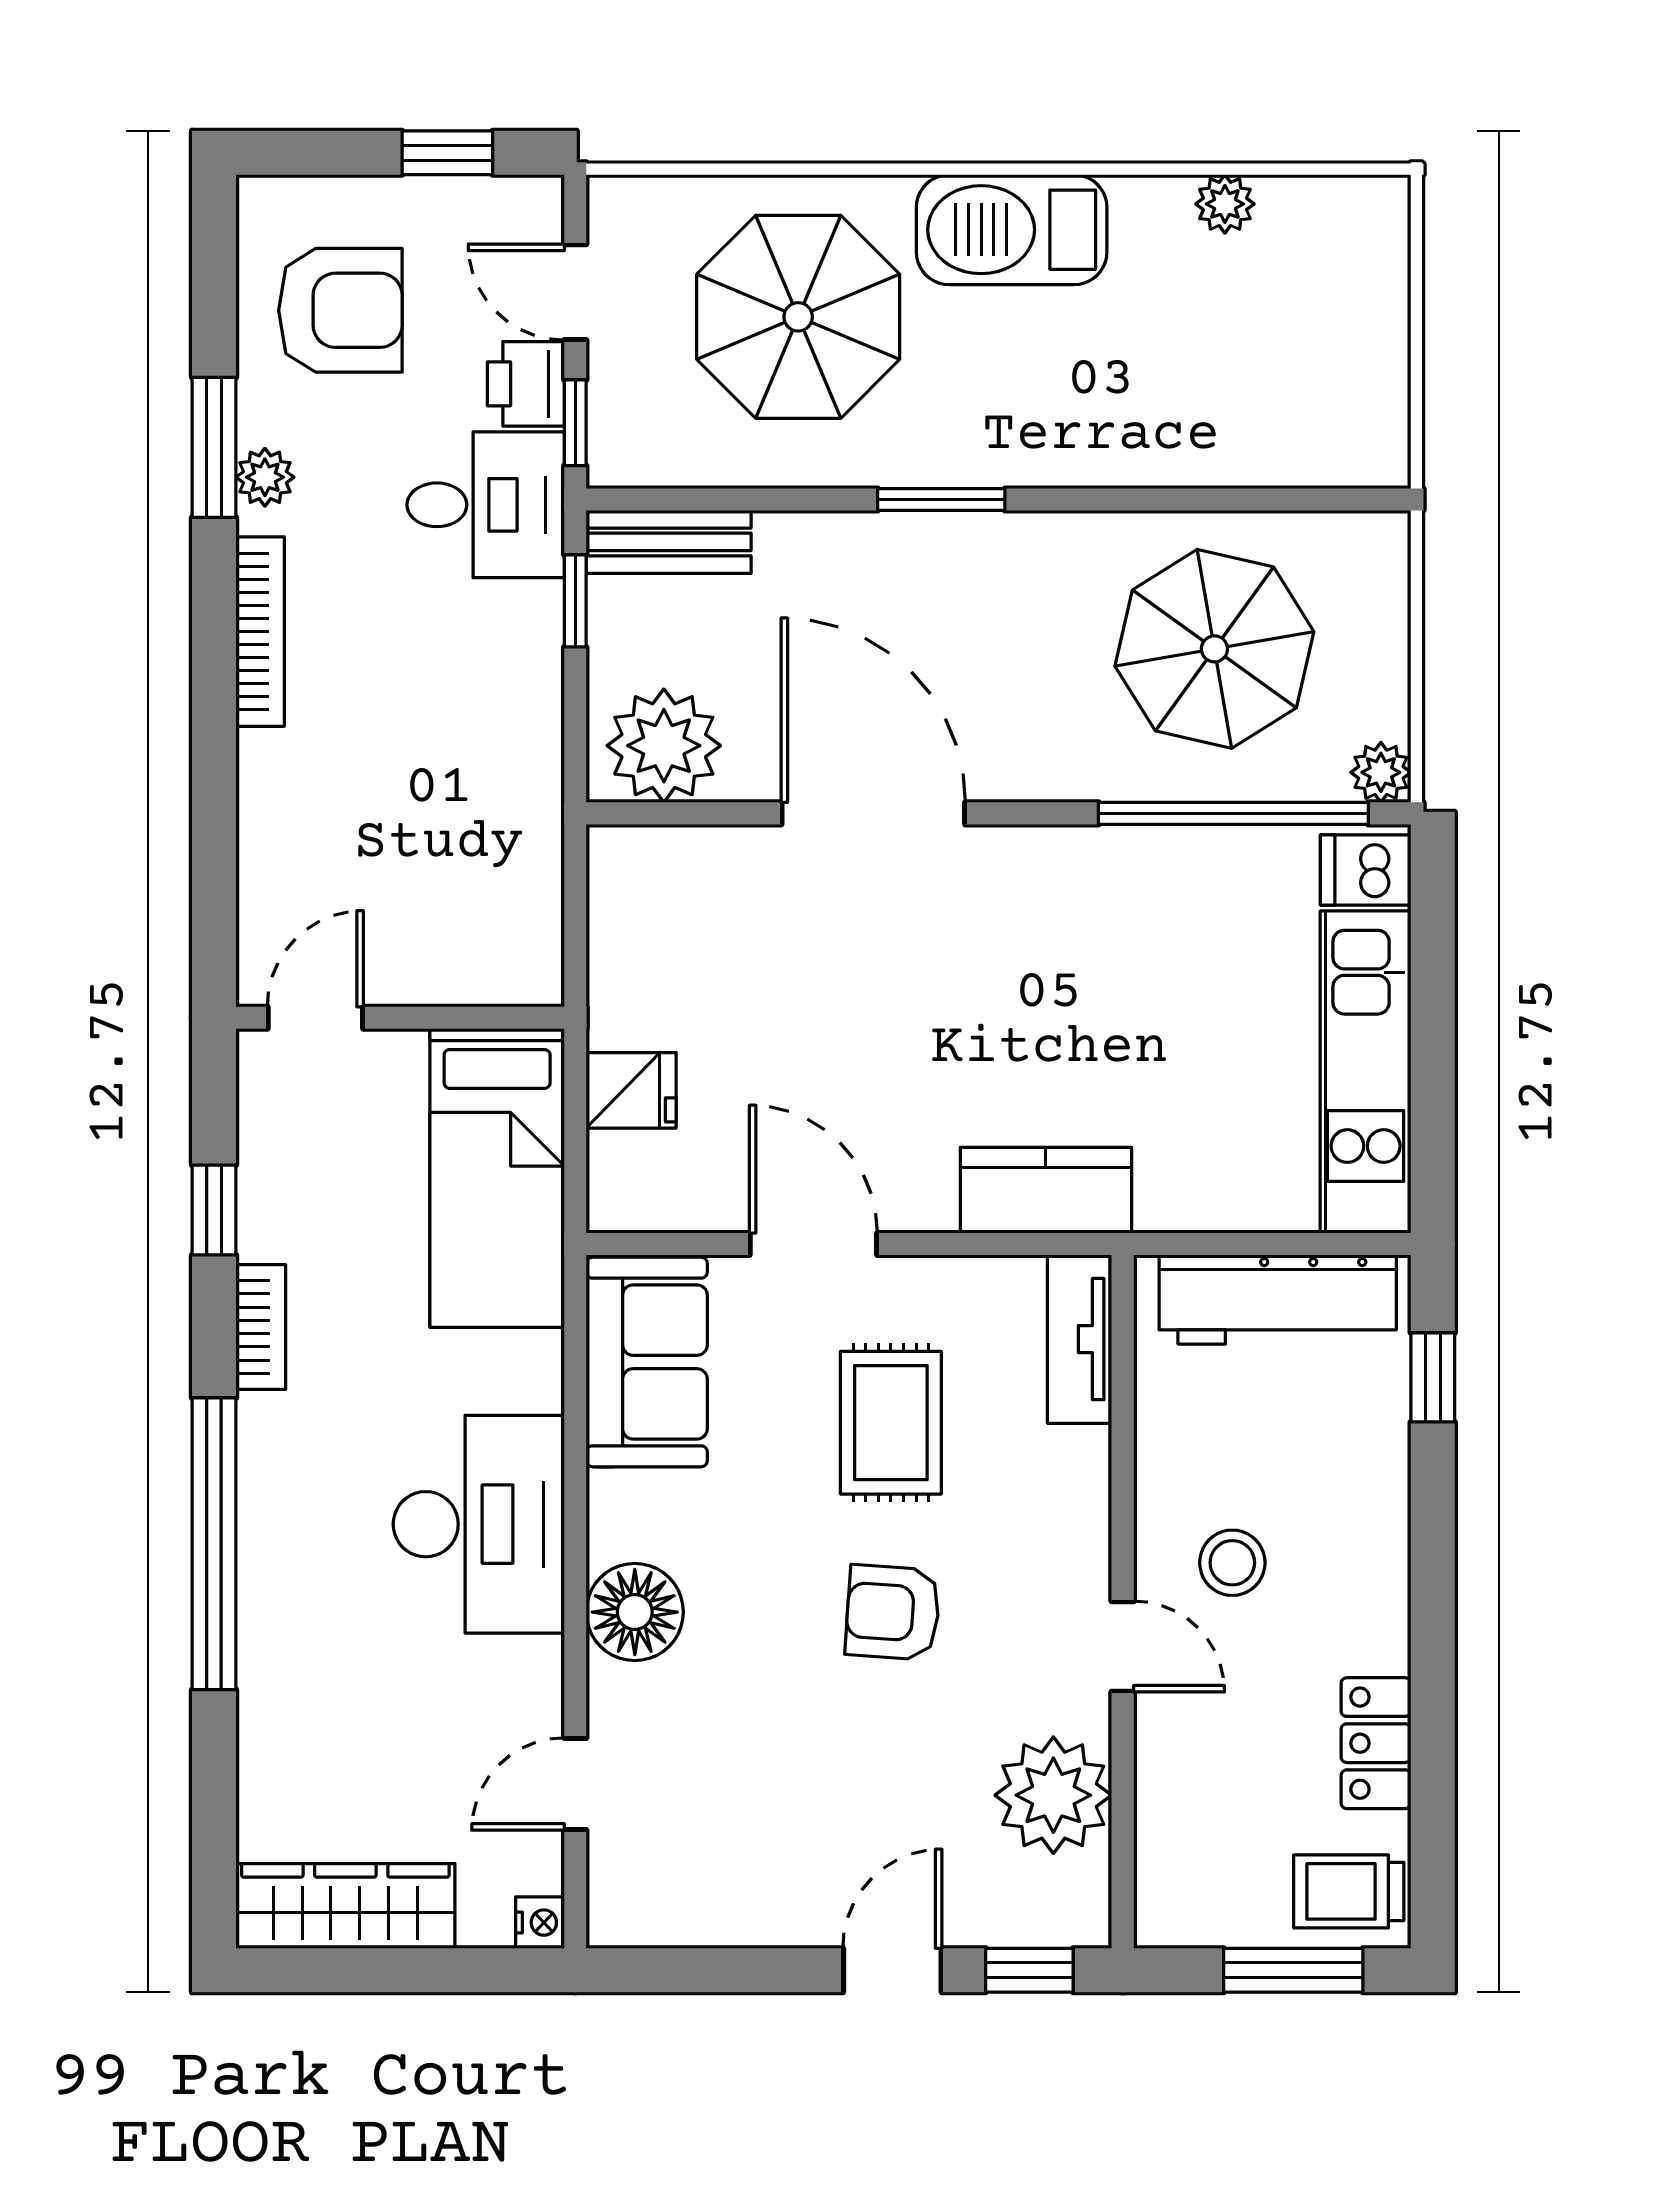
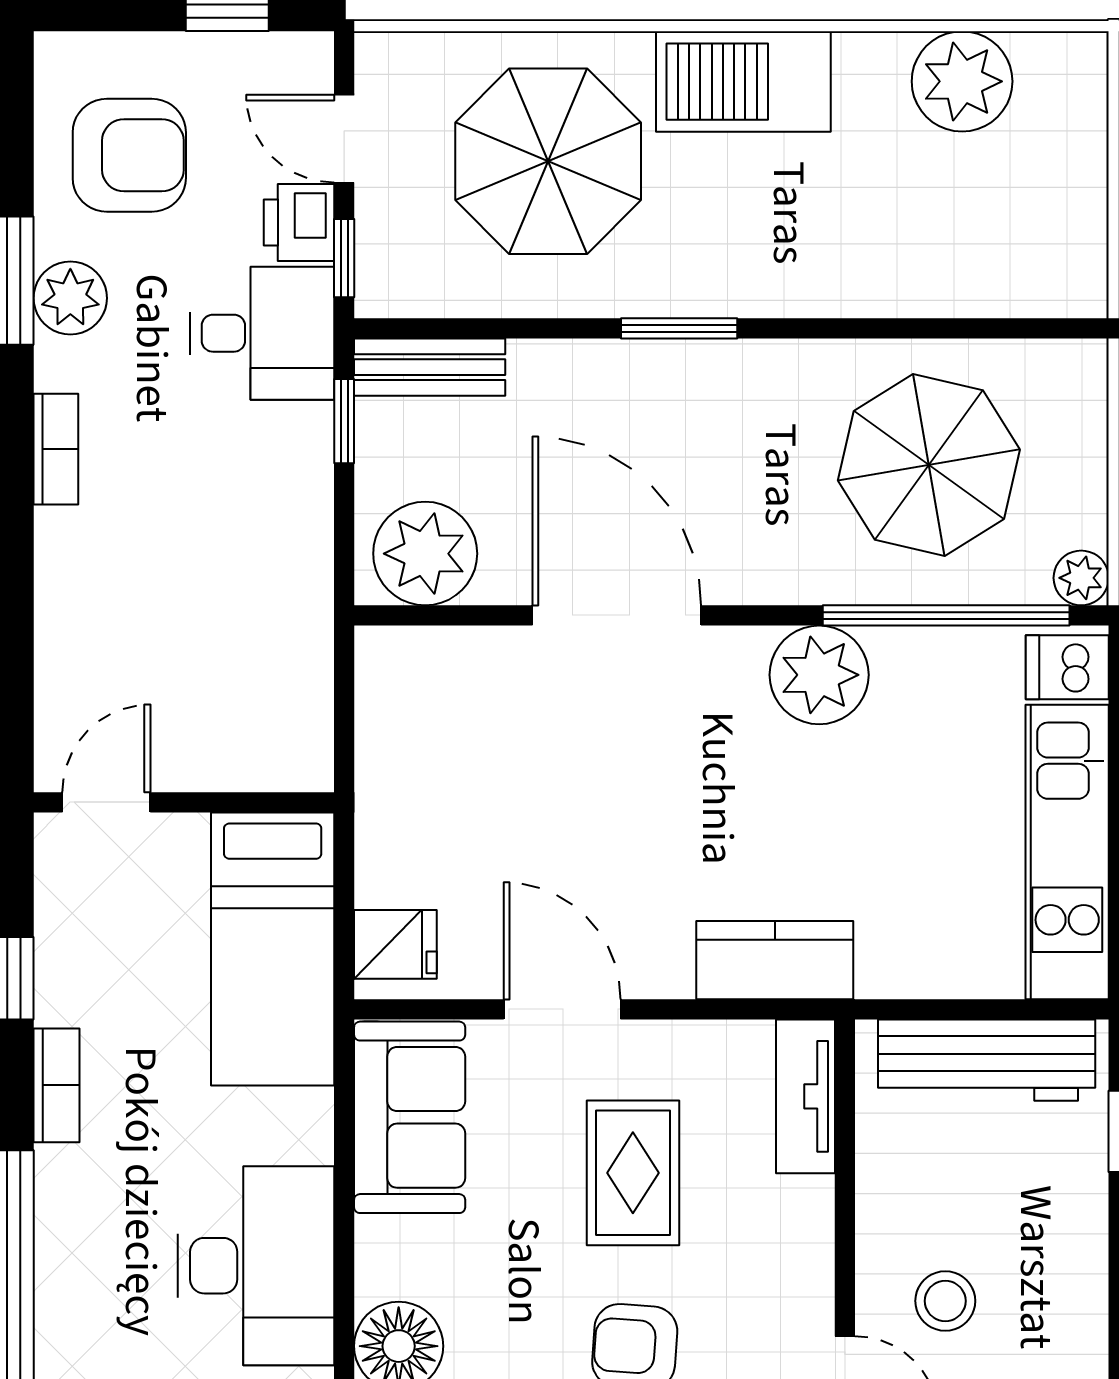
plant: (1225, 204) -> (962, 81), width x1.87, depth x1.87
plant: (265, 477) -> (70, 298), width x1.38, depth x1.38
bookcase: (260, 632) -> (56, 449), width x0.64
plant: (1094, 878) -> (819, 675), added
fridge: (631, 1090) -> (395, 944), moved

